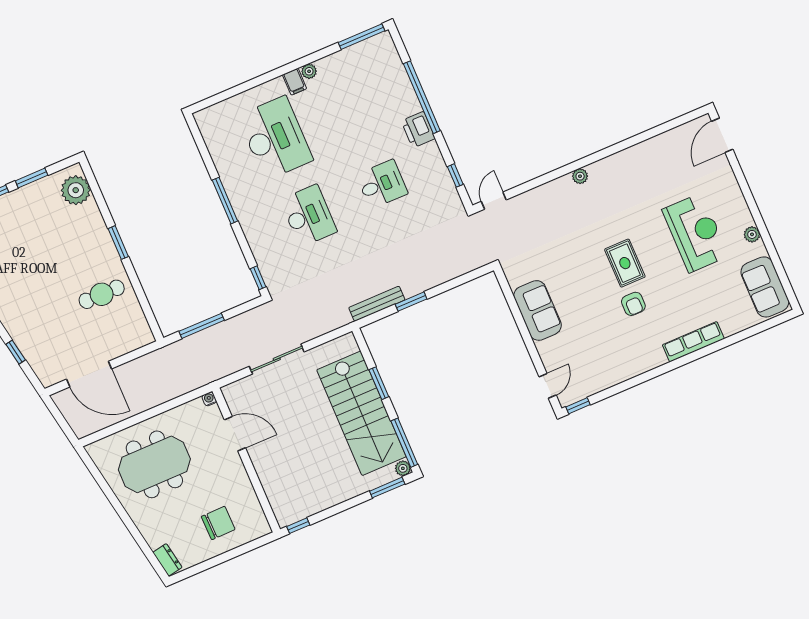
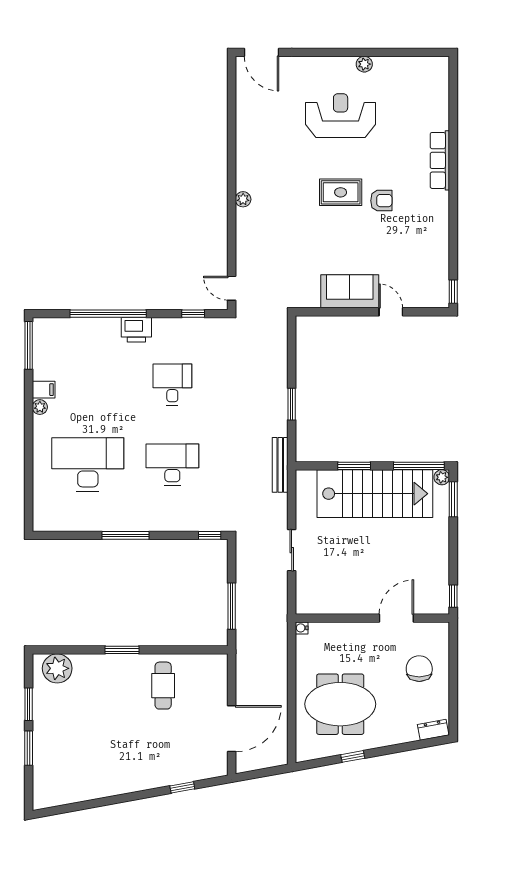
filing cabinet: (295, 82) -> (44, 390), moved
sofa: (765, 287) -> (418, 73), removed
bench: (377, 304) -> (280, 465), moved
sliding door: (277, 359) -> (292, 550), width x0.73
door: (548, 386) -> (391, 312), moved
door: (235, 434) -> (396, 618), moved
meeting table: (154, 464) -> (340, 704), turned 90
window: (111, 496) -> (353, 756), added

